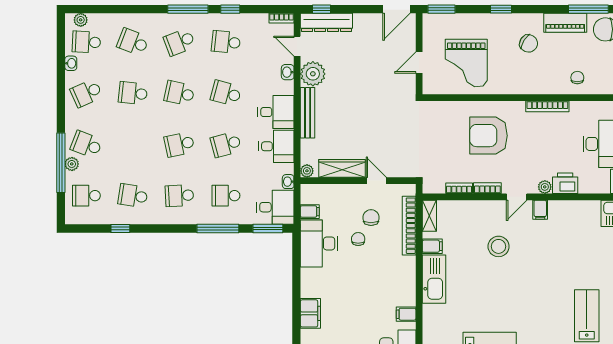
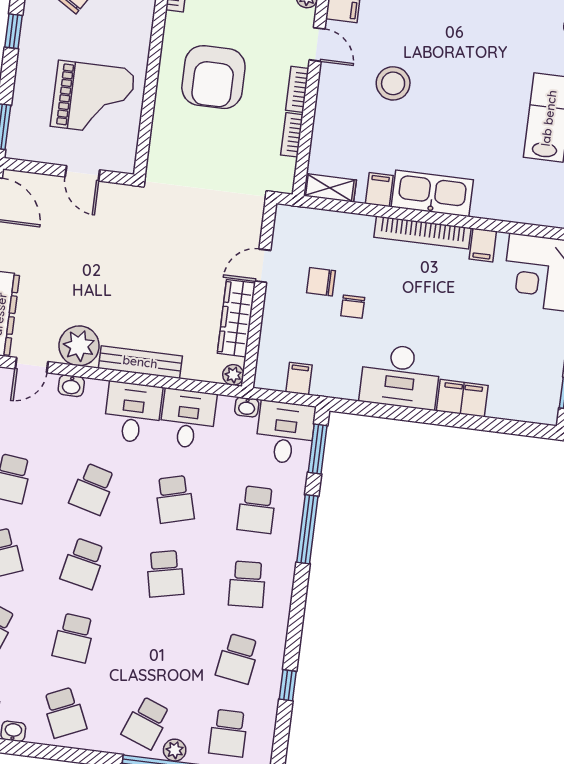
bookcase: (409, 226) -> (423, 233), moved
chair: (358, 239) -> (353, 307), turned -90
desk: (319, 243) -> (400, 376), moved

